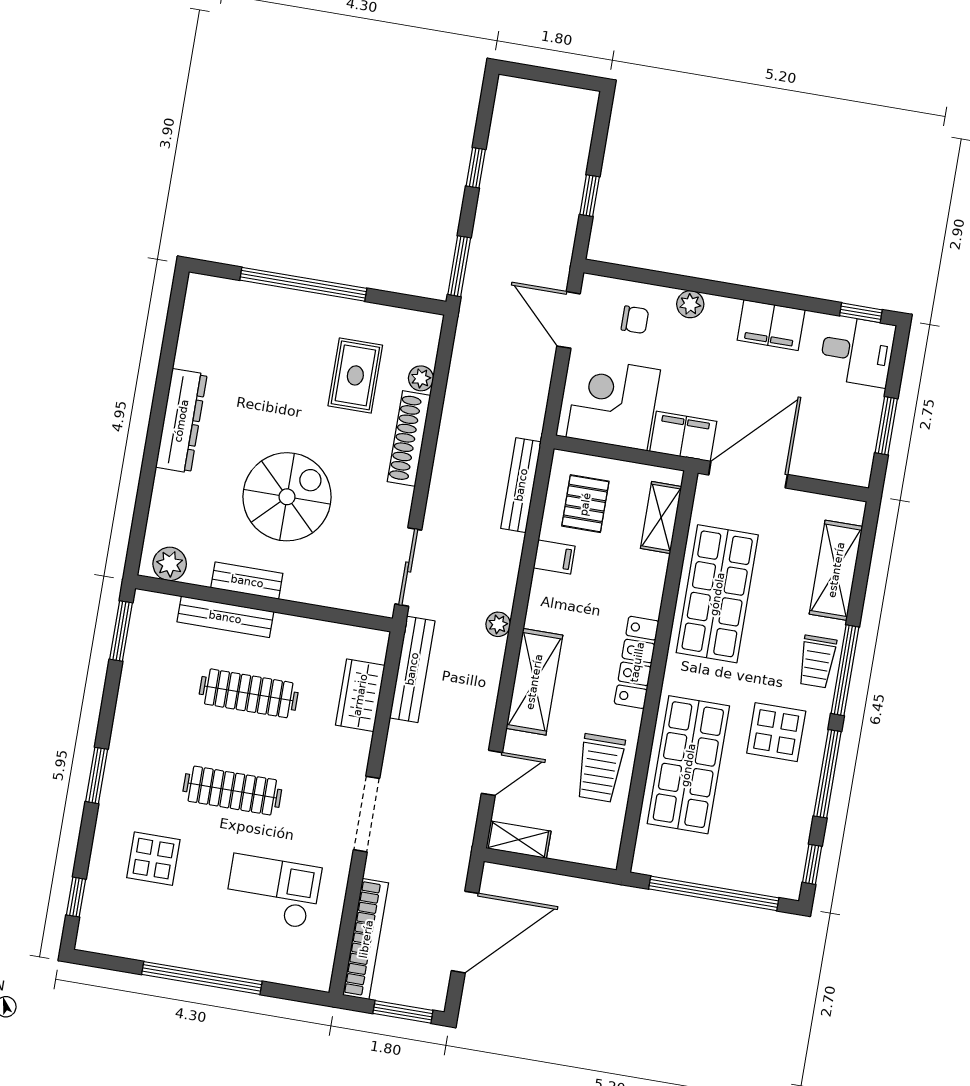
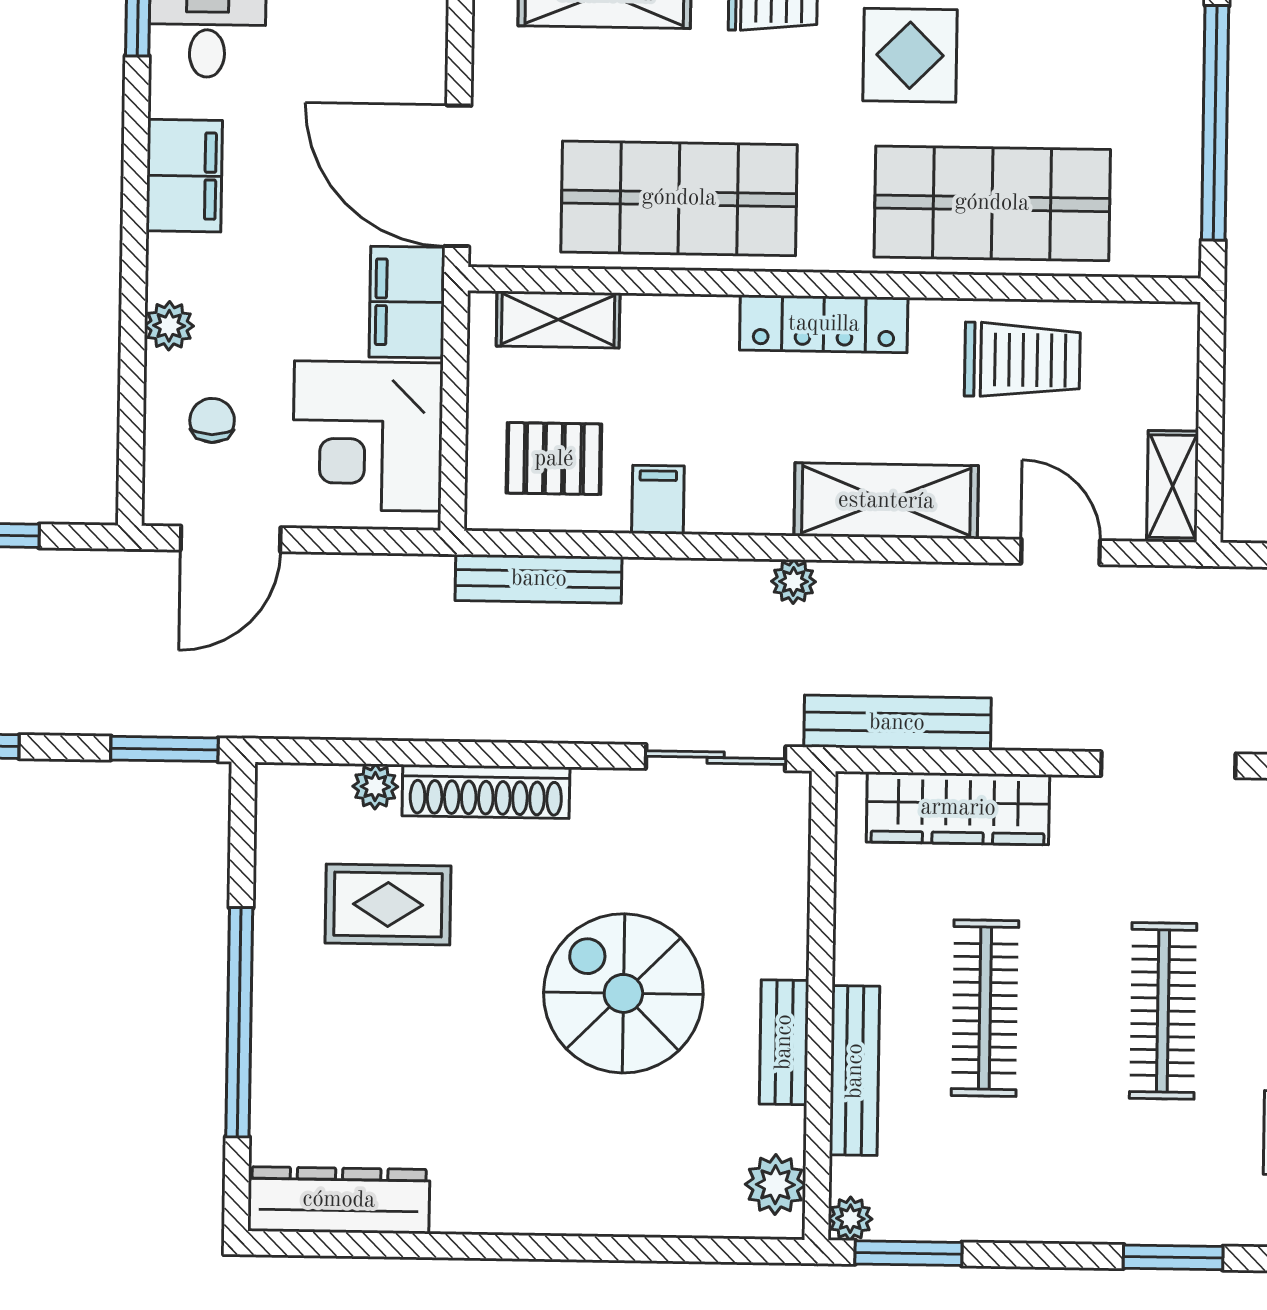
dresser: (181, 421) -> (339, 1200), moved
plant: (145, 602) -> (850, 1219), added
wardrobe: (360, 695) -> (958, 808), width x1.50

